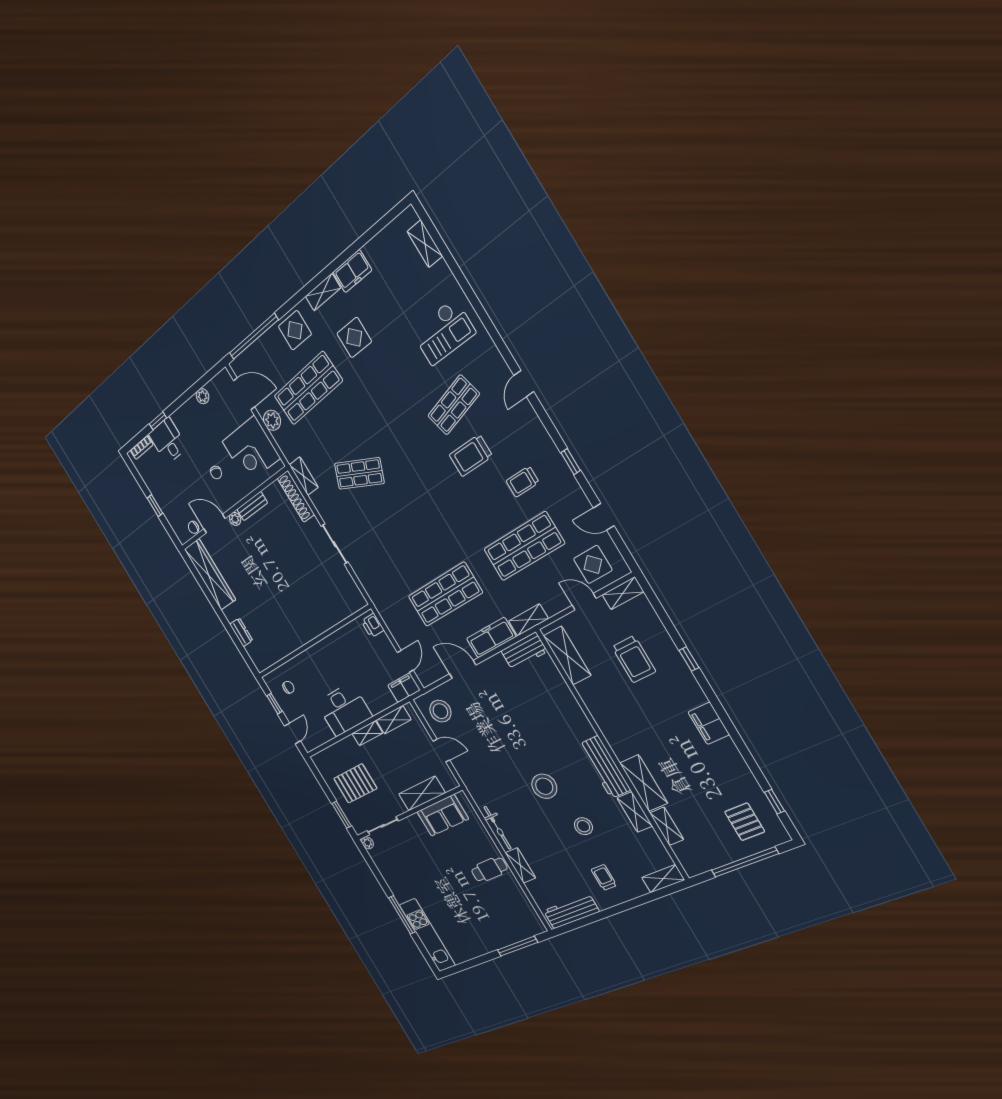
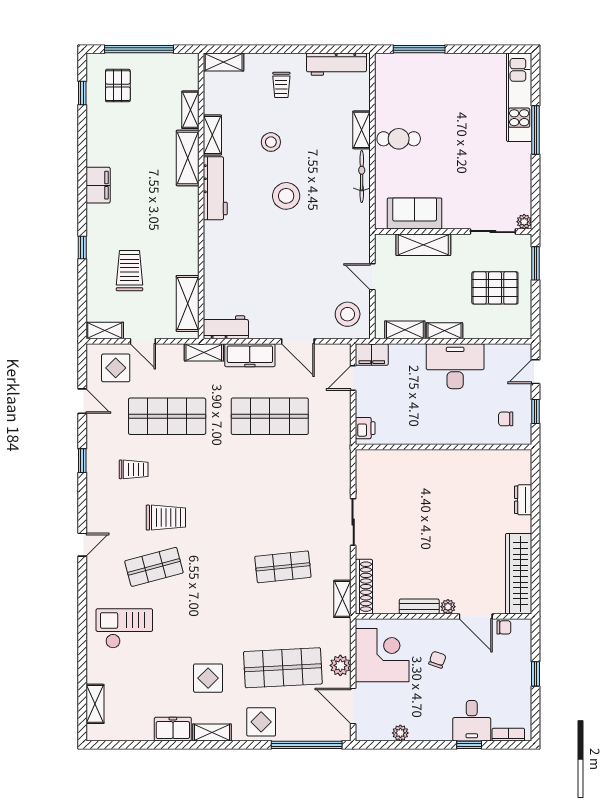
shop shelf: (359, 473) -> (283, 567), turned -30

